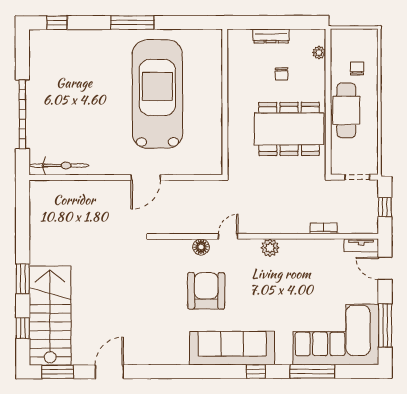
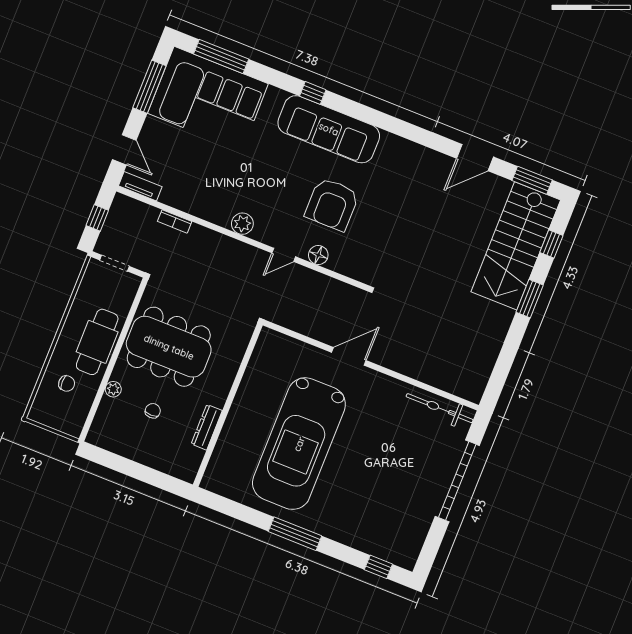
dresser: (271, 36) -> (207, 427), moved, turned -90
plant: (319, 53) -> (113, 389), moved
chair: (357, 68) -> (67, 383), turned -90
window: (312, 371) -> (221, 57), moved

